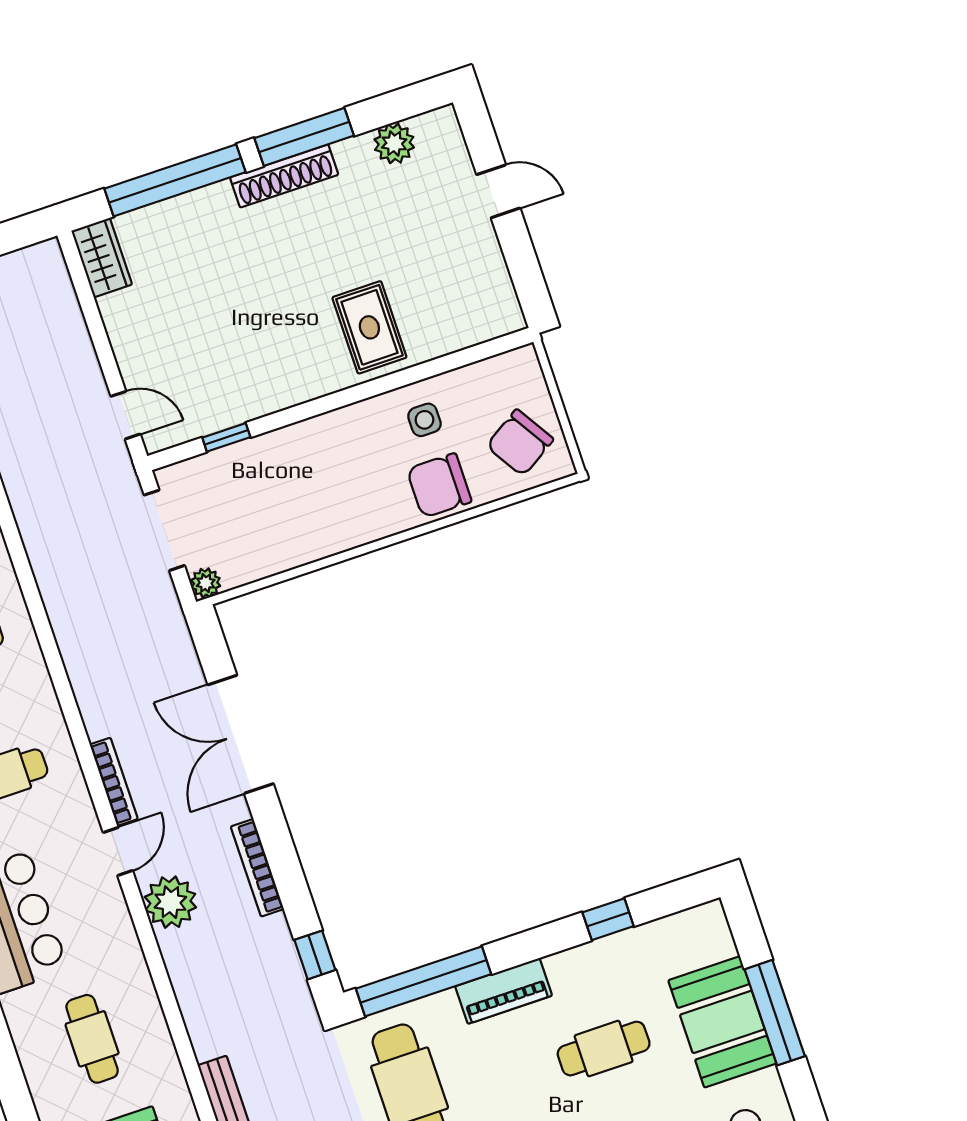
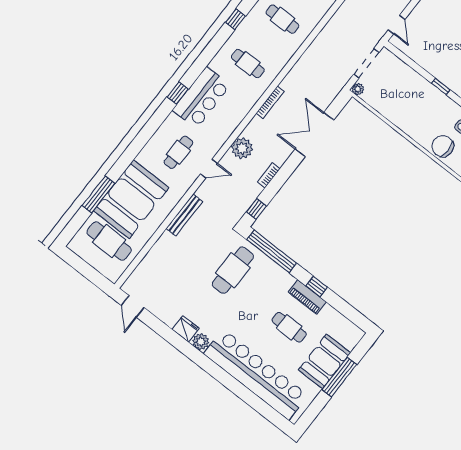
window: (226, 437) -> (441, 86), moved
door: (118, 852) -> (209, 169), moved
bookcase: (257, 868) -> (269, 175), width x0.64
window: (608, 919) -> (317, 287), moved
piano: (504, 991) -> (307, 297), moved

